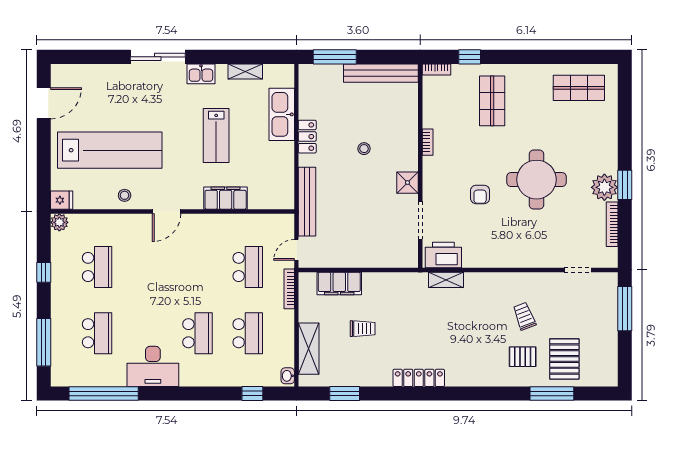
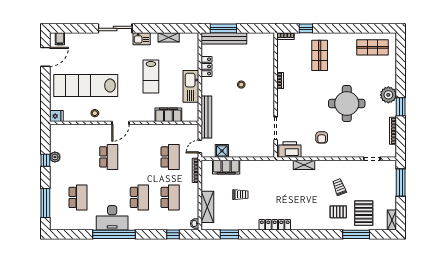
bench: (381, 73) -> (224, 38), moved
filing cabinet: (67, 74) -> (60, 39), added
kitchen sink: (282, 114) -> (191, 86), moved
locker: (307, 137) -> (207, 66), moved
lab bench: (110, 150) -> (86, 86), turned 180
shower: (407, 183) -> (222, 151), moved
plant: (604, 187) -> (388, 95), moved
armchair: (480, 194) -> (322, 137), moved
filing cabinet: (226, 198) -> (168, 115), moved
plant: (59, 222) -> (55, 157), moved
school desk: (97, 267) -> (109, 157), moved
shelving: (446, 280) -> (304, 165), moved
shelving: (610, 370) -> (392, 220), added
window: (104, 394) -> (114, 234), moved

